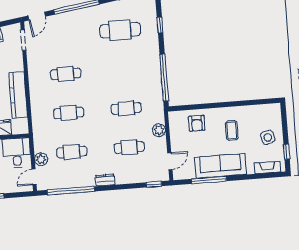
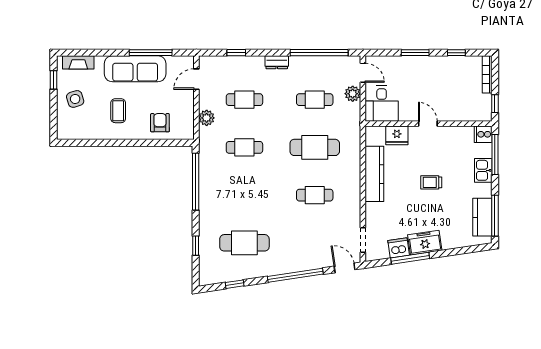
door: (37, 16) -> (345, 268), hinge flipped
cafe table: (69, 113) -> (315, 147), width x1.37, depth x1.35
door: (34, 177) -> (363, 73), hinge flipped
window: (154, 184) -> (236, 53), moved

